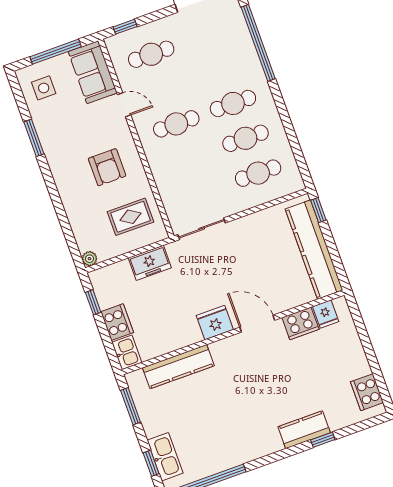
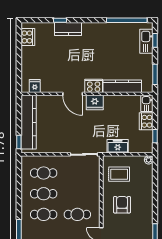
cooker: (300, 323) -> (94, 86), moved

